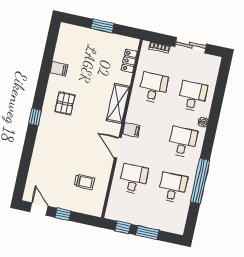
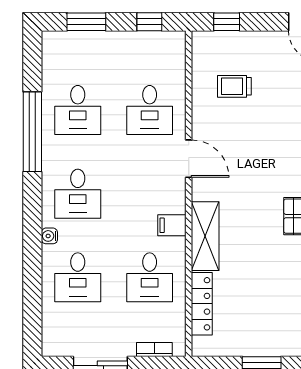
locker: (129, 61) -> (202, 304), width x1.53
filing cabinet: (131, 130) -> (172, 225), moved
window: (63, 214) -> (227, 22), moved
window: (147, 233) -> (86, 22), moved

